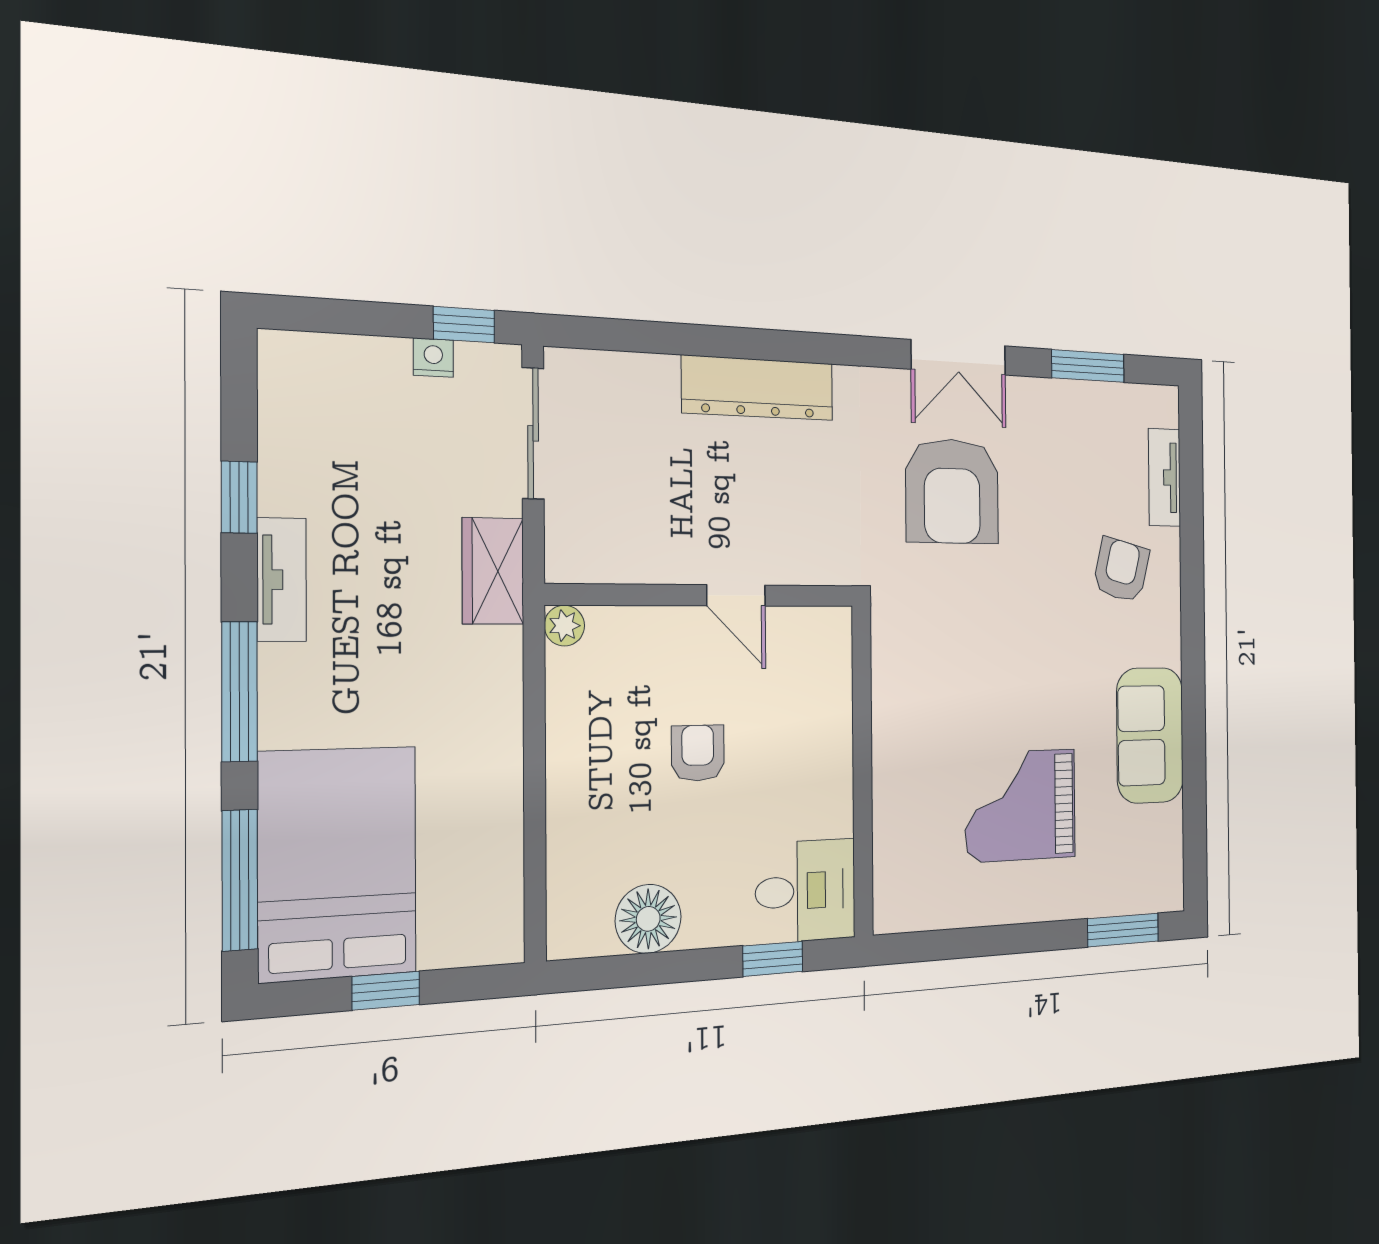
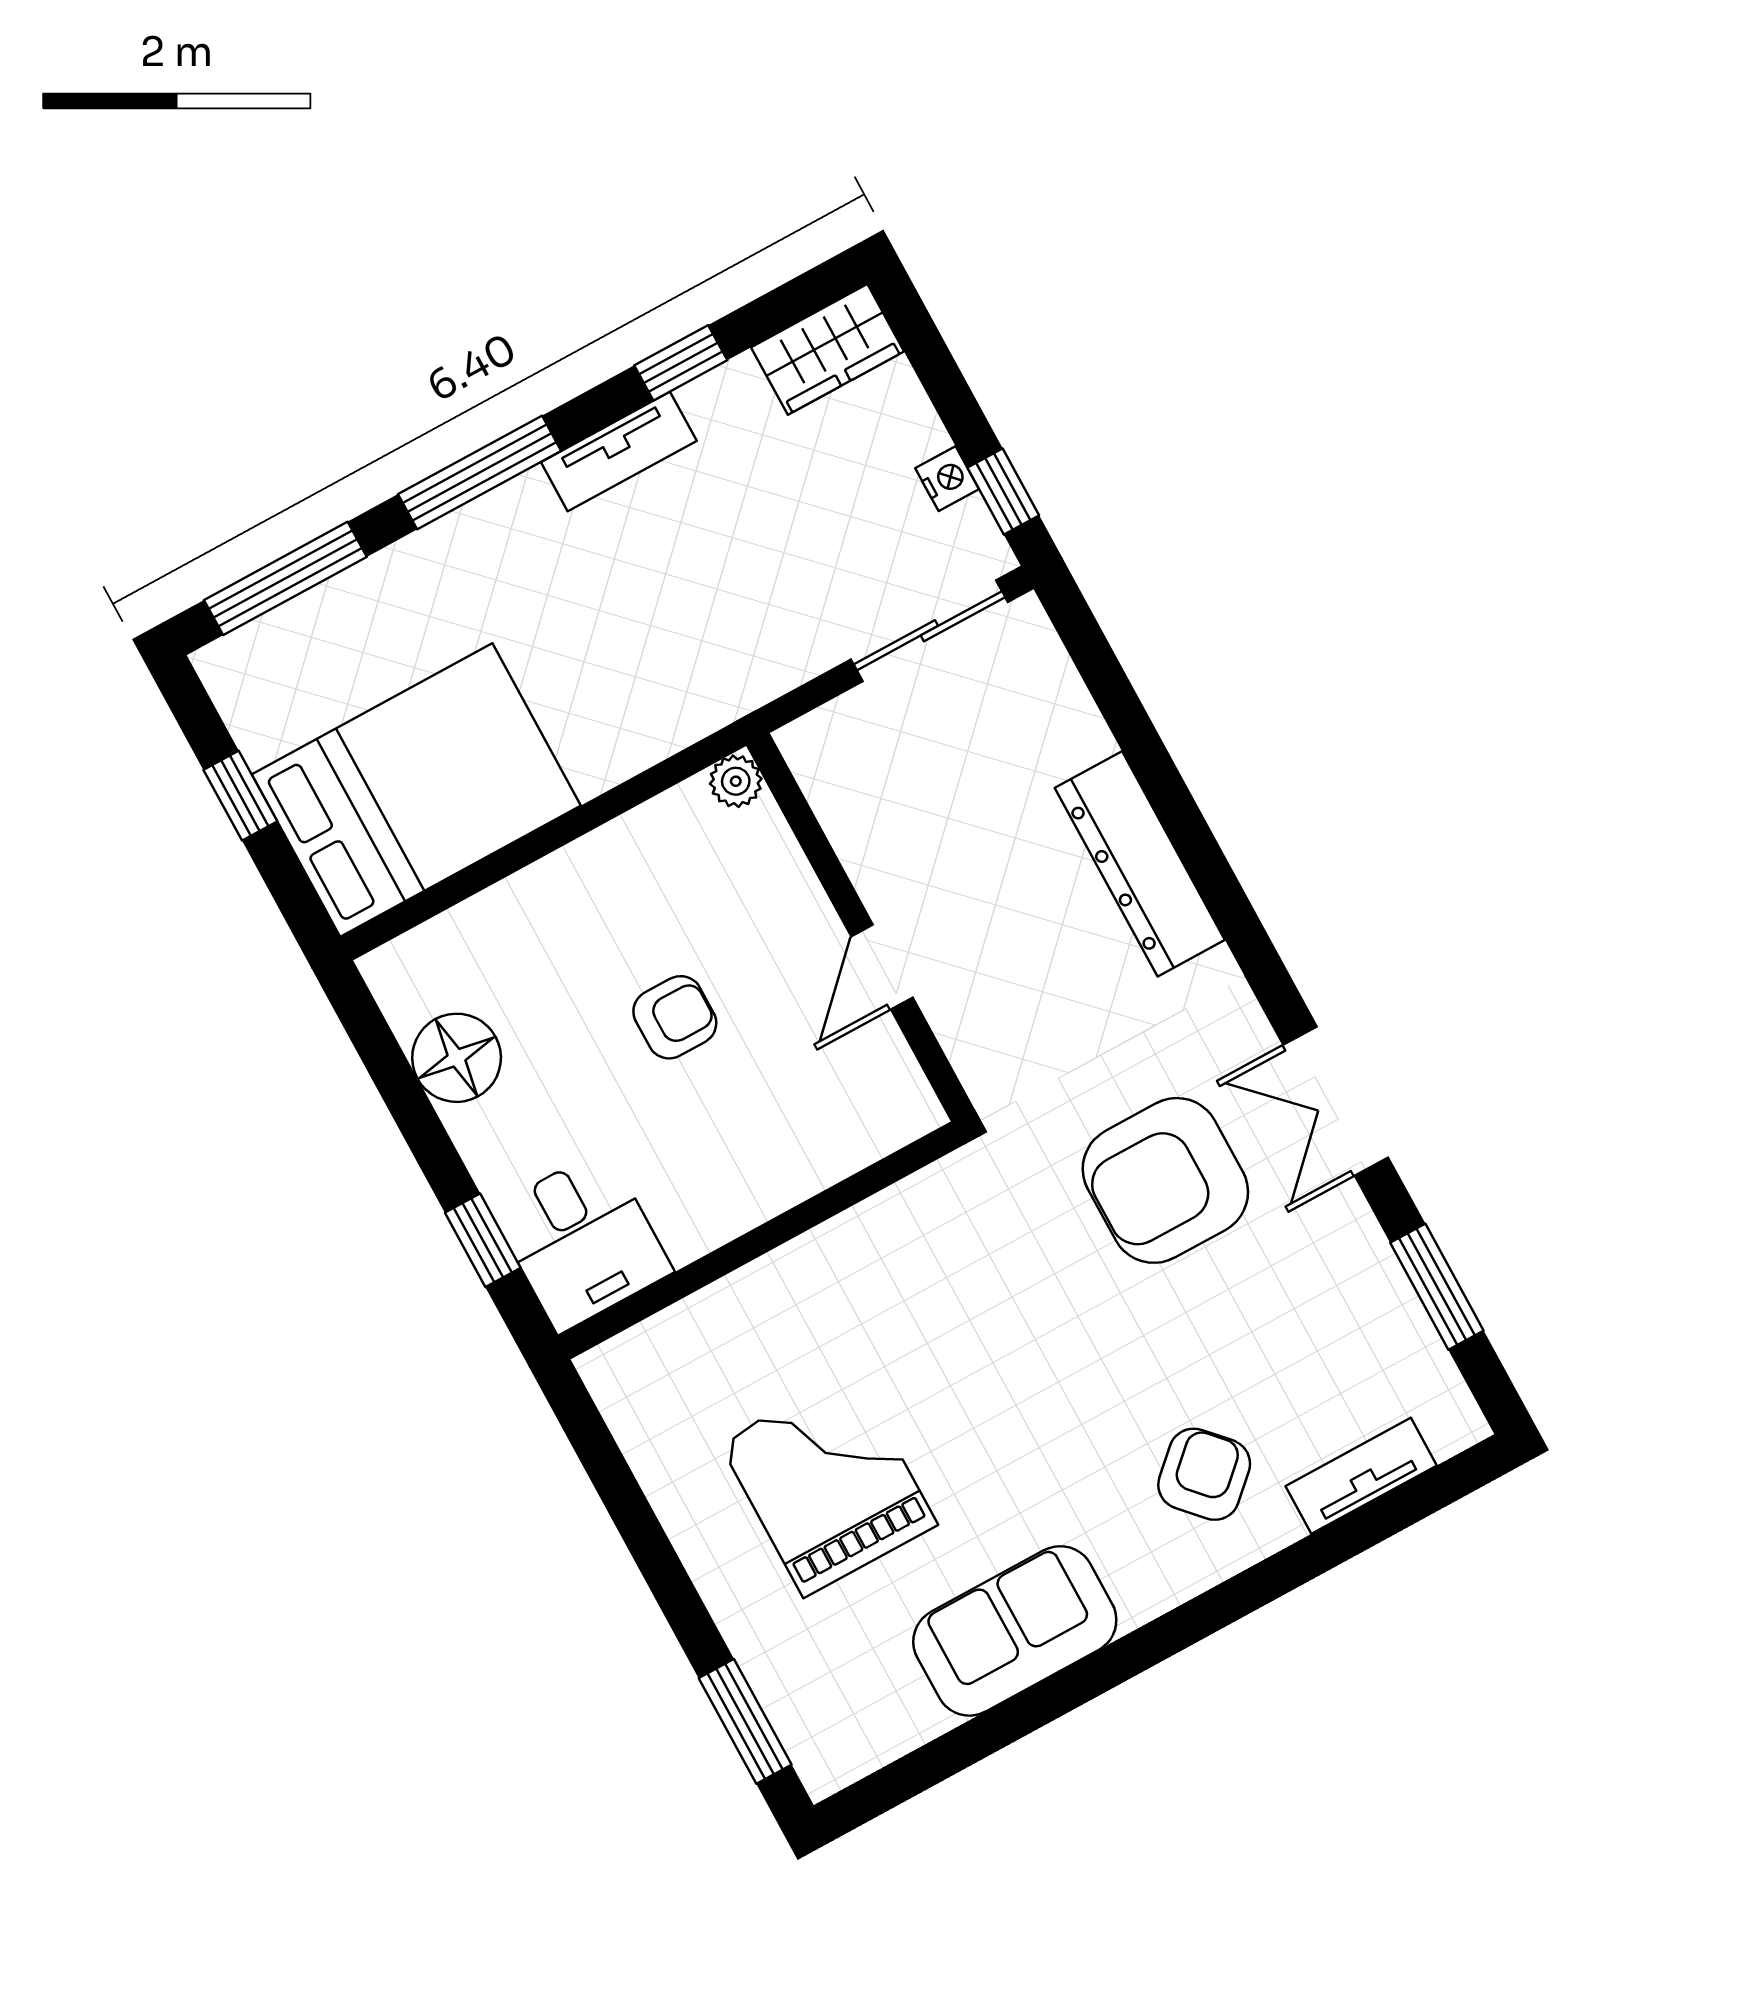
armchair: (1121, 570) -> (1204, 1474), turned -57
wardrobe: (493, 571) -> (828, 349), moved, turned 180
bed: (338, 863) -> (416, 790), moved

